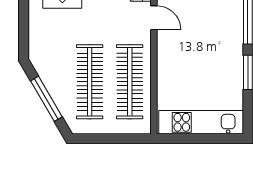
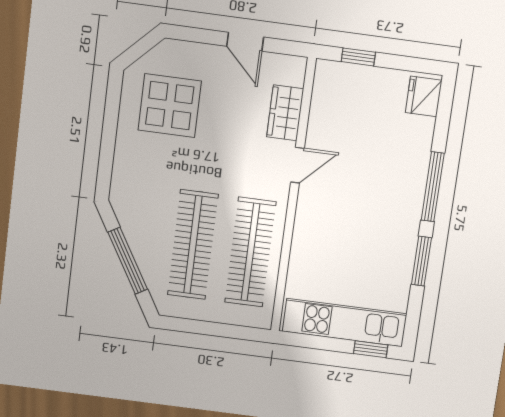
door: (154, 18) -> (297, 165), hinge flipped
window: (222, 139) -> (371, 349), added

